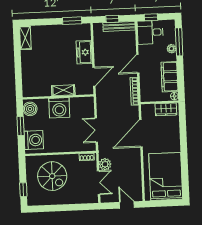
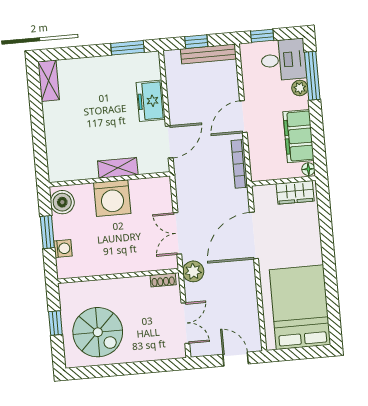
desk: (150, 32) -> (283, 60), moved, turned 180
washing machine: (34, 140) -> (63, 248), width x0.53, depth x0.53
plant: (105, 164) -> (193, 271), moved
spiral stairs: (52, 176) -> (98, 332), moved
window: (23, 190) -> (55, 323), moved

